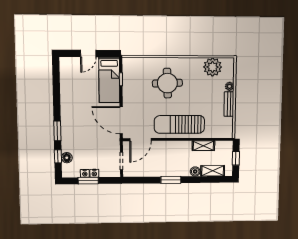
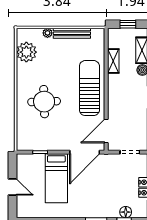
bed: (109, 80) -> (56, 178), moved, turned 90
bench: (229, 104) -> (72, 33), width x1.36
sun lounger: (179, 124) -> (89, 88), turned 180
door: (141, 140) -> (106, 131), swing flipped

